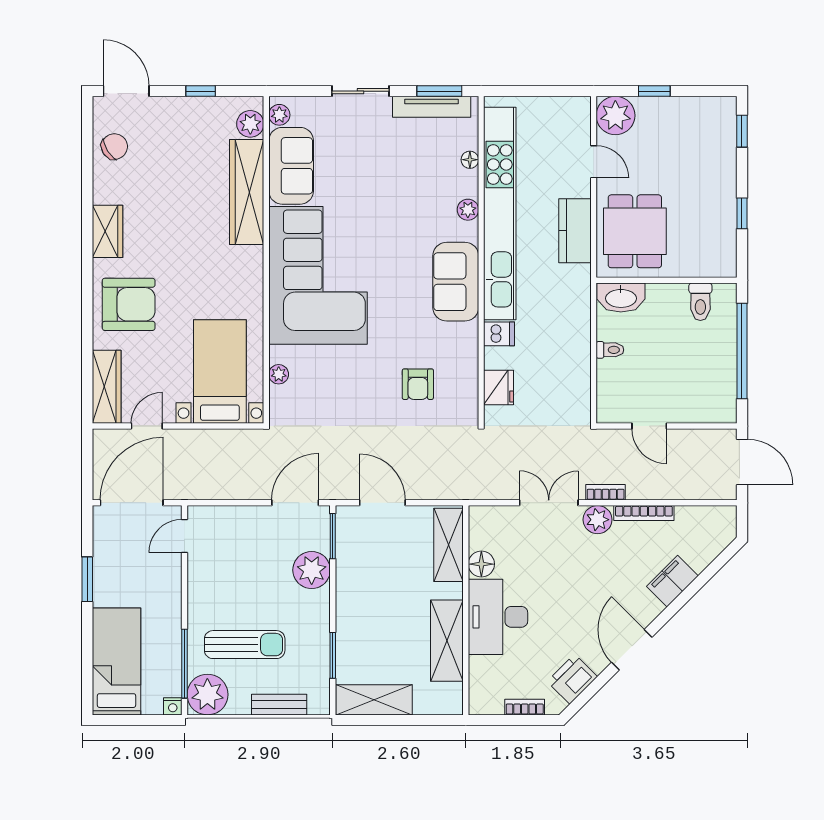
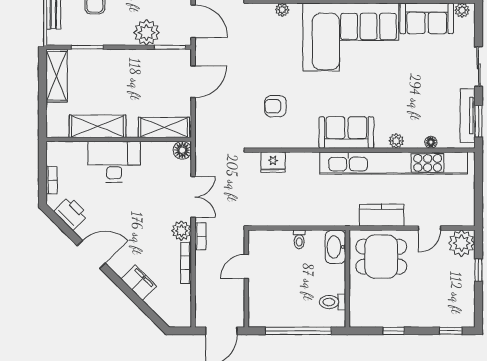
dishwasher: (499, 334) -> (310, 162), removed
floor lamp: (481, 564) -> (182, 150), moved

